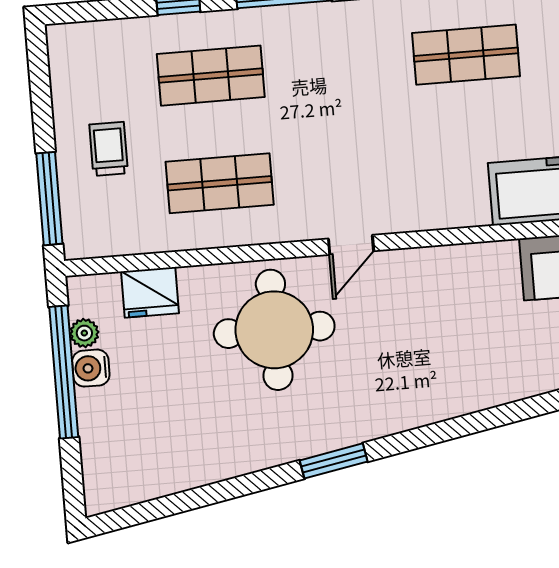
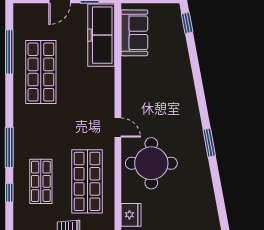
shop shelf: (466, 55) -> (41, 72), width x1.43, depth x1.36
shop shelf: (220, 183) -> (87, 181), width x1.43, depth x1.36

